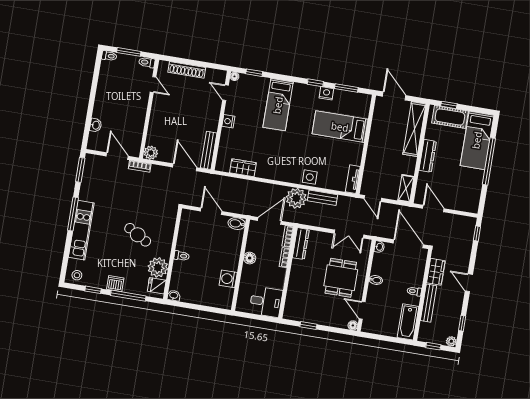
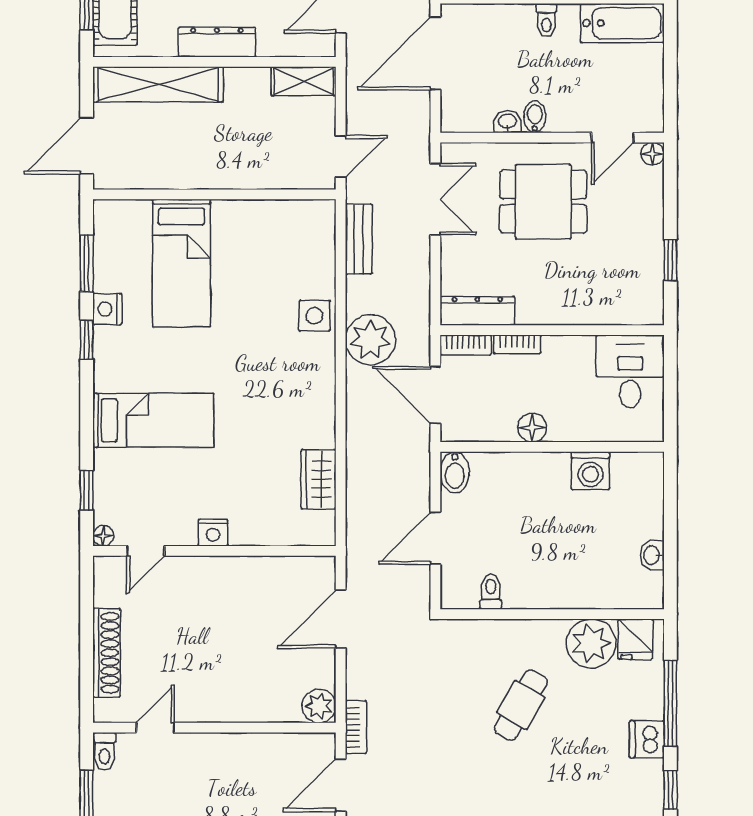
bench: (209, 150) -> (291, 568), removed
tv unit: (353, 179) -> (302, 212), removed
bench: (323, 198) -> (359, 239), moved
washbasin: (379, 247) -> (508, 122), moved
toilet: (182, 256) -> (491, 591), moved
washbasin: (174, 296) -> (652, 555), moved

